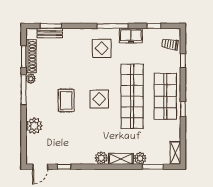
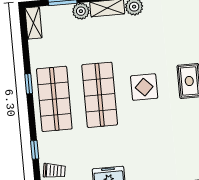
display table: (102, 48) -> (147, 157), removed
shop shelf: (132, 96) -> (100, 95), width x0.71

